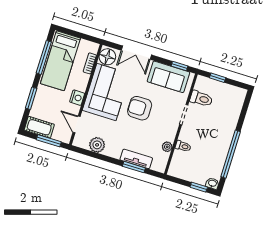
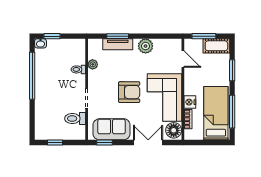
window: (218, 78) -> (55, 142), moved
nightstand: (77, 98) -> (190, 102), moved
plant: (97, 145) -> (146, 46), moved

